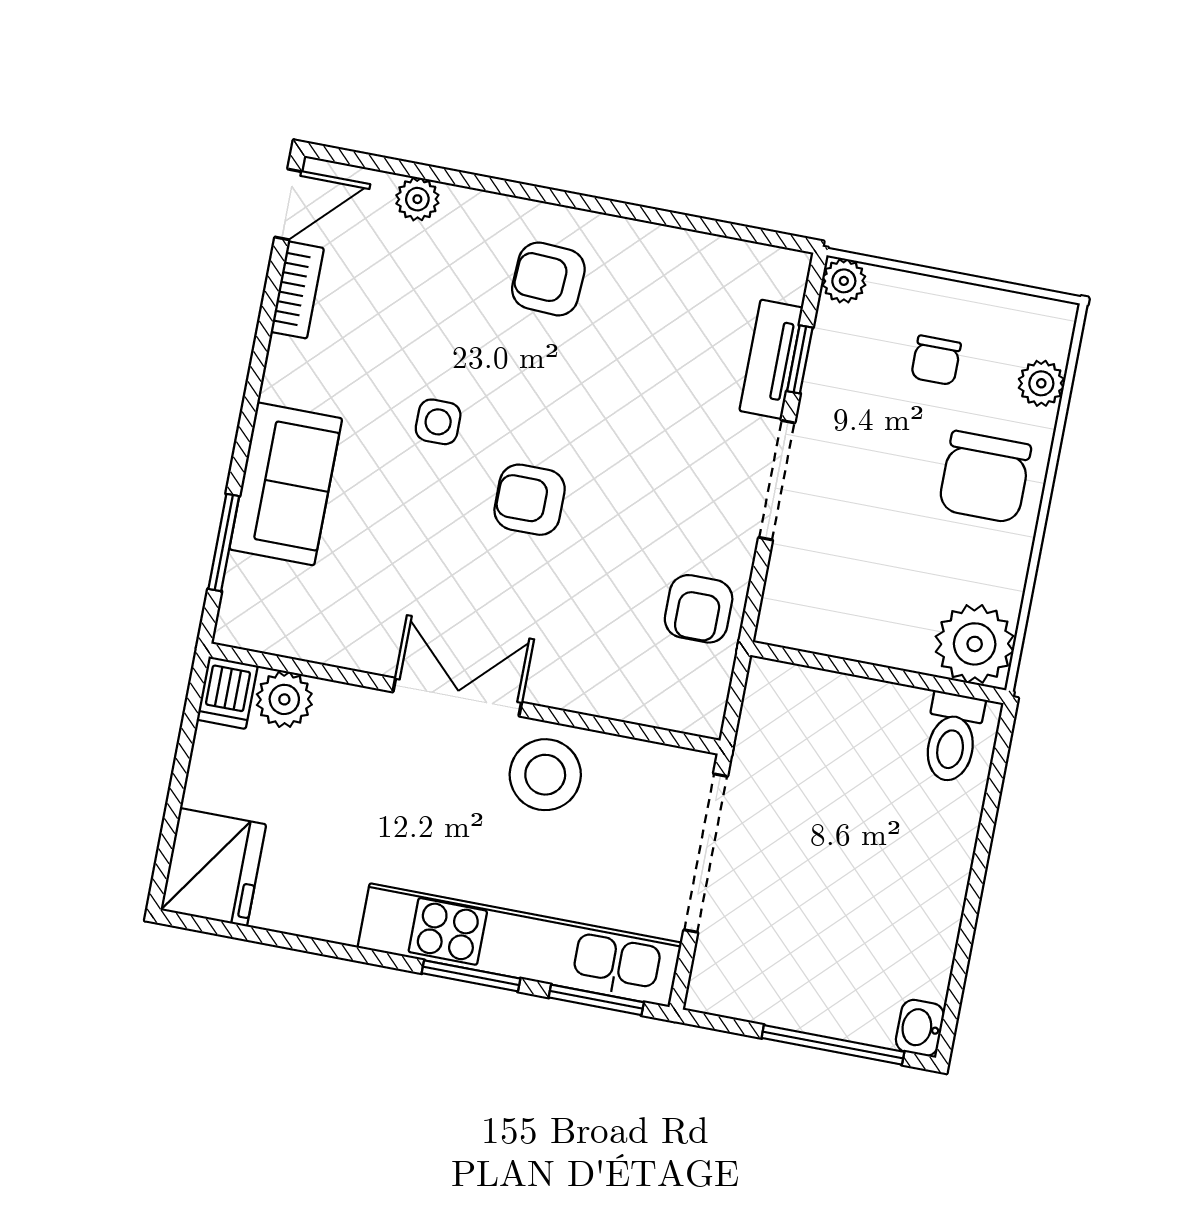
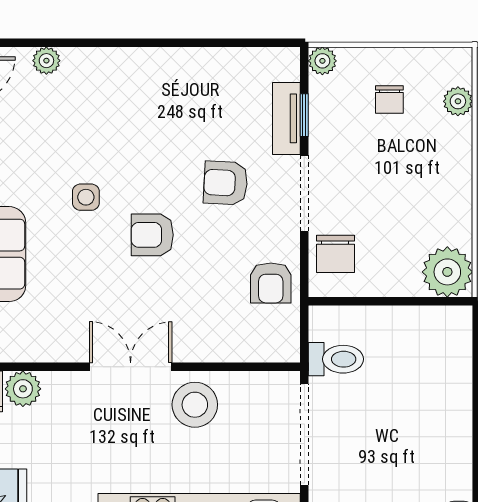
armchair: (548, 279) -> (226, 183), moved
chair: (985, 477) -> (335, 254), moved, width x0.73, depth x0.73
toilet: (952, 737) -> (336, 359), moved, turned -90

